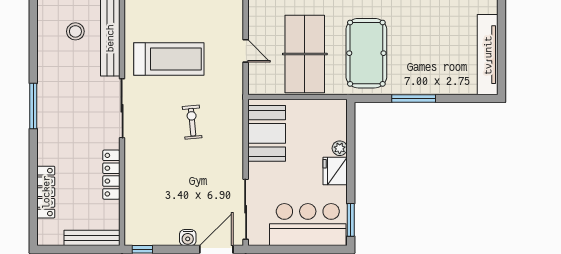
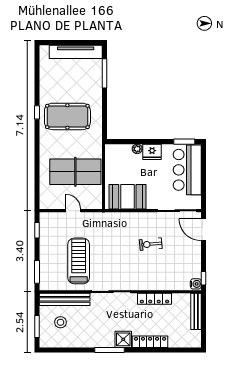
door: (246, 51) -> (73, 211), hinge flipped
pool table: (366, 53) -> (67, 116), moved
window: (414, 98) -> (104, 73), moved
exercise bike: (192, 122) -> (151, 244), moved
shower: (49, 127) -> (123, 339), added
locker: (46, 192) -> (150, 342), moved
water cooler: (188, 238) -> (196, 284), moved

